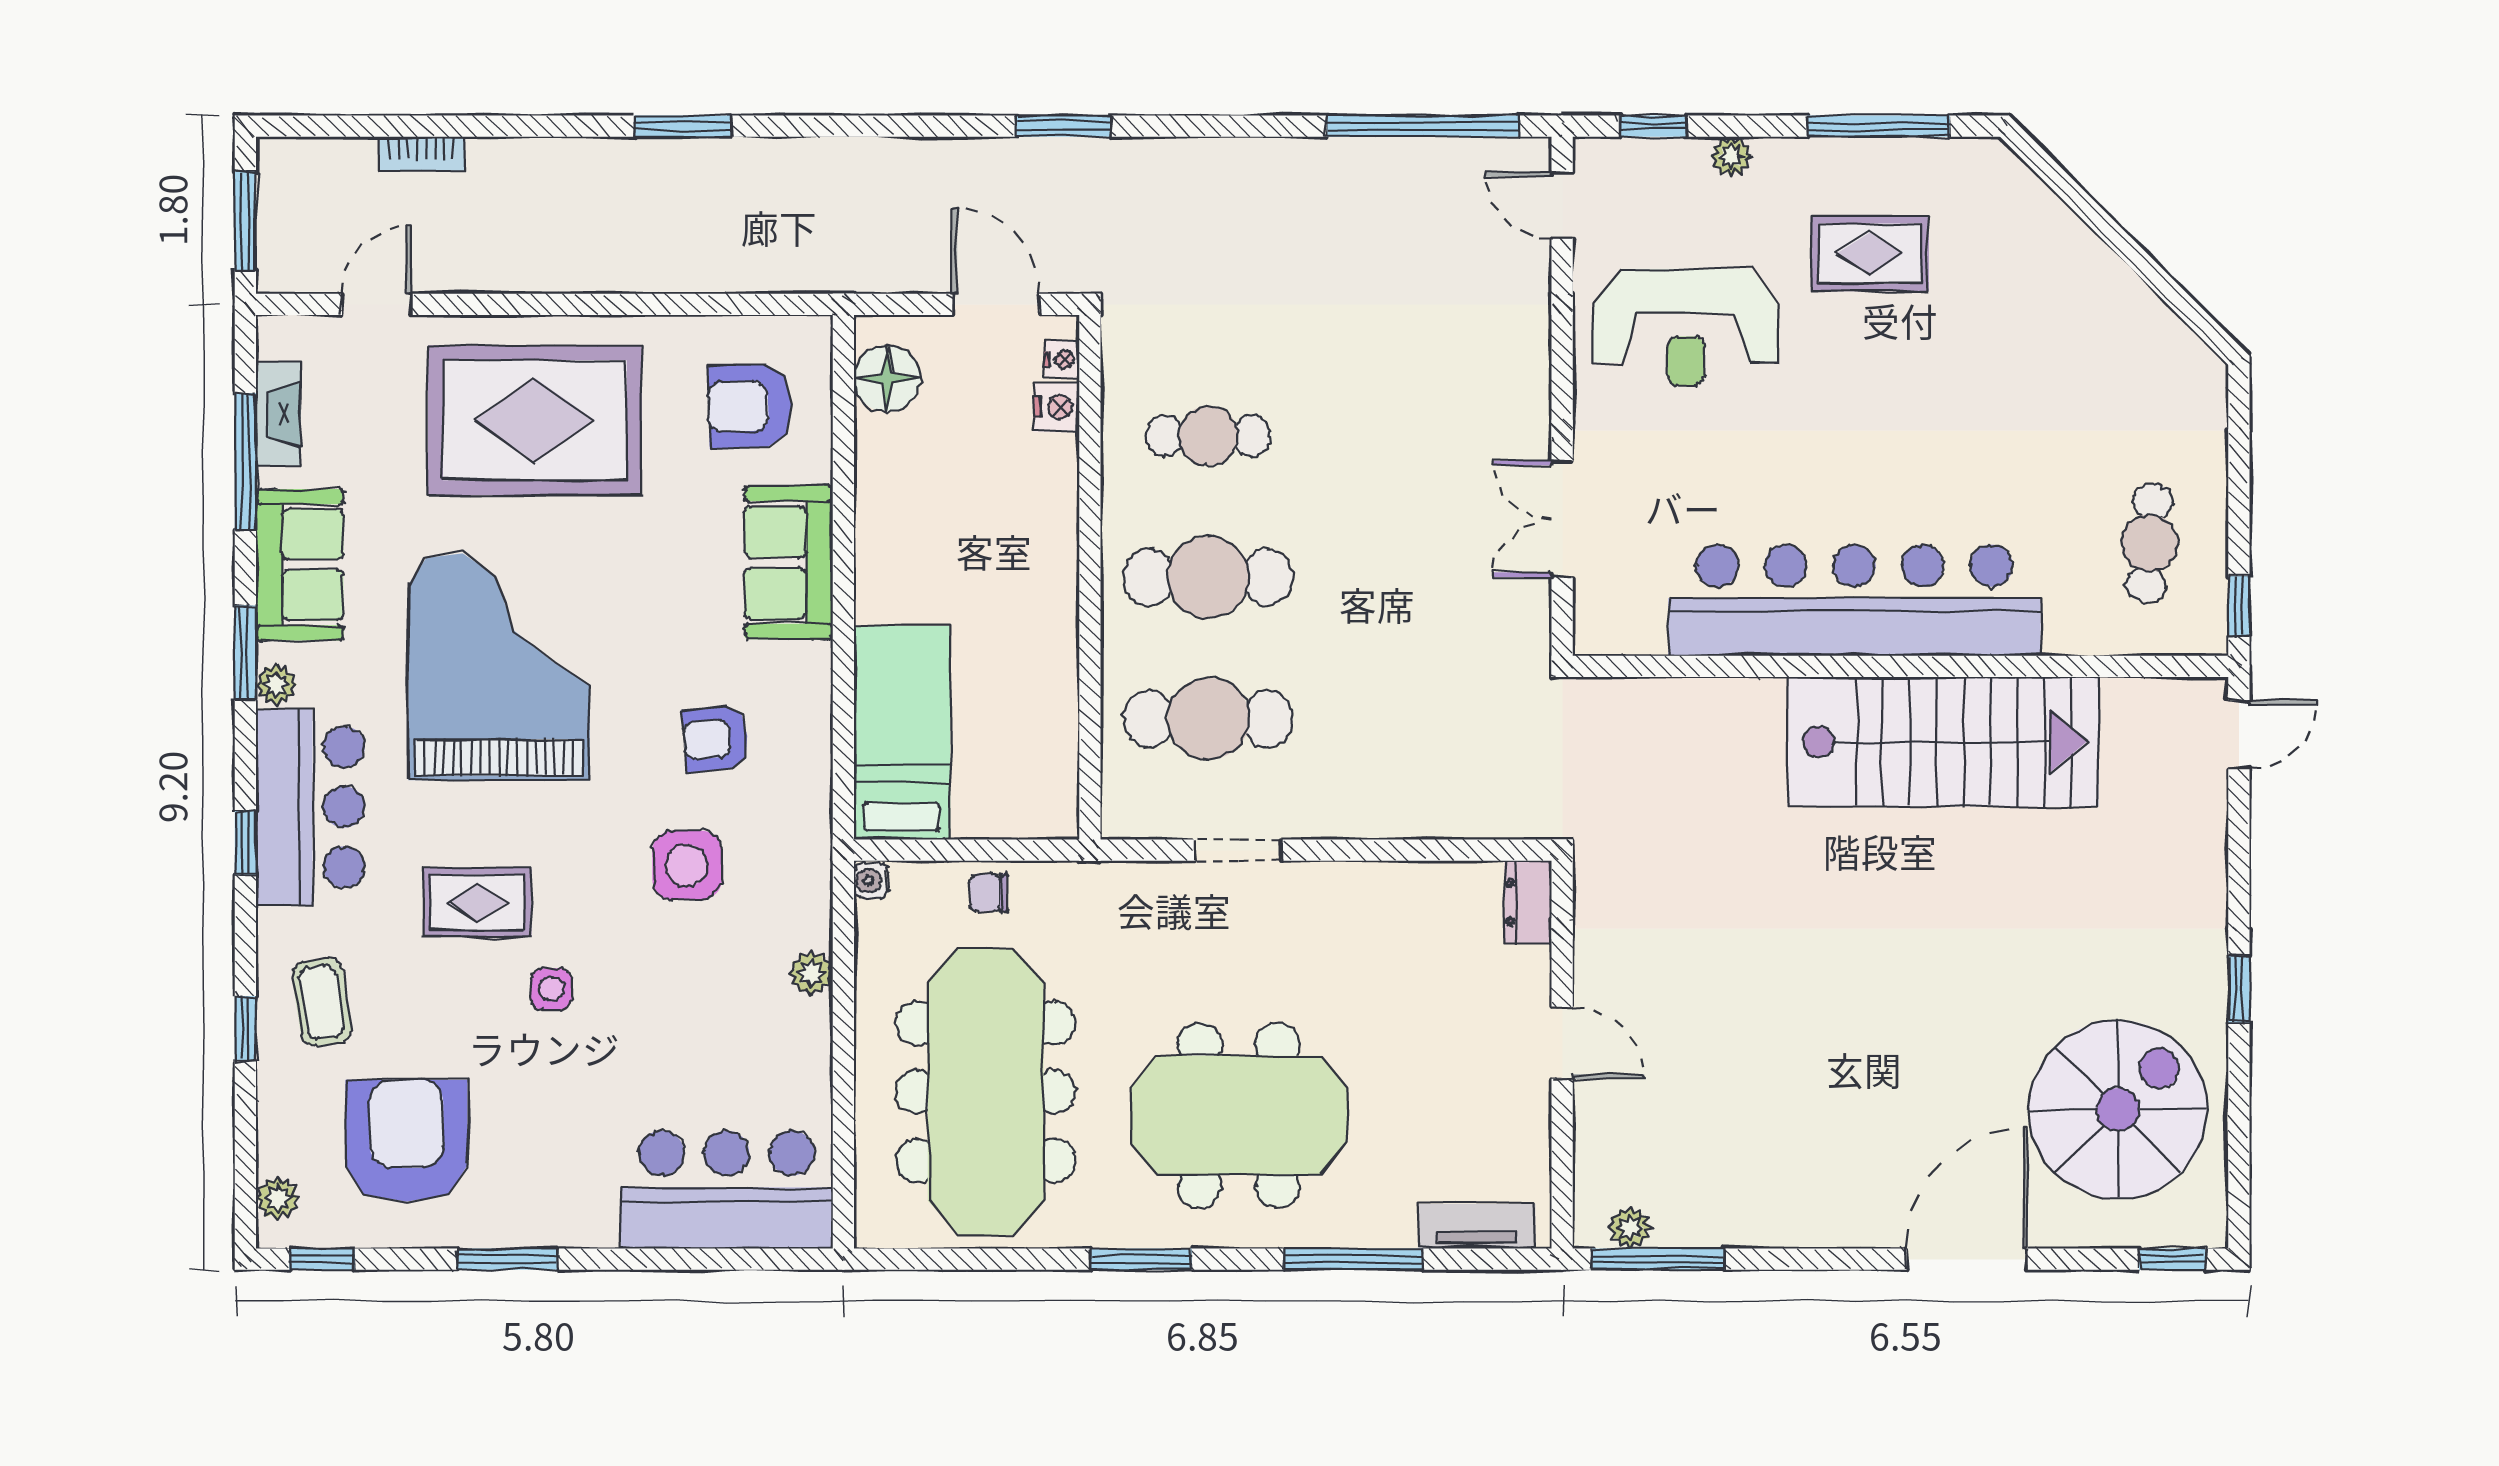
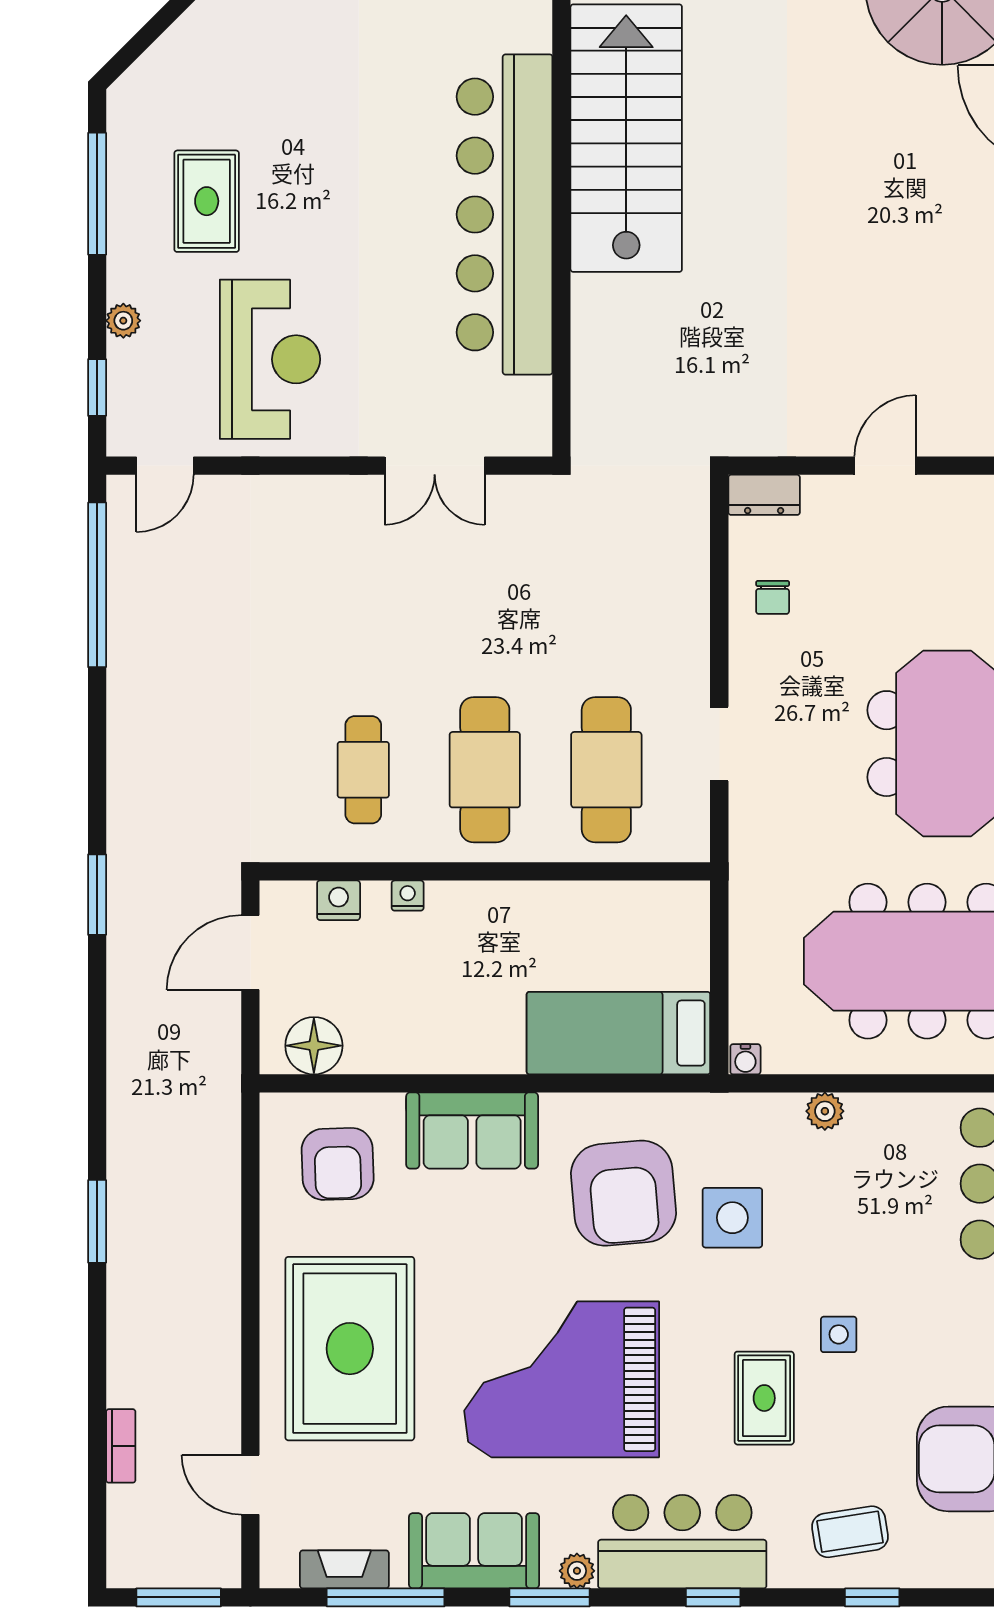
nightstand: (1062, 359) -> (408, 896), moved
armchair: (716, 739) -> (623, 1193), width x1.88, depth x1.88
chair: (989, 893) -> (773, 597), moved

